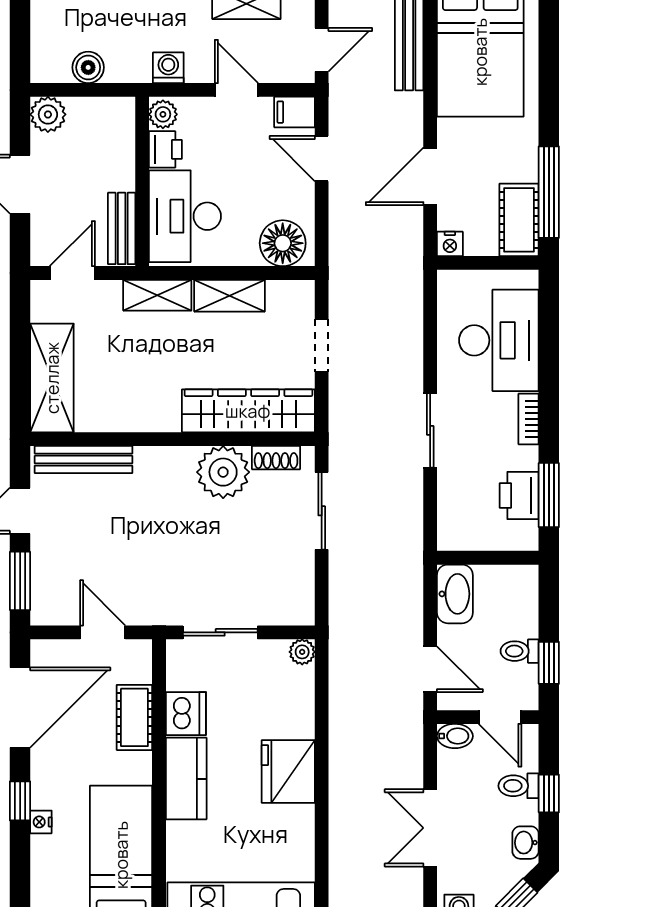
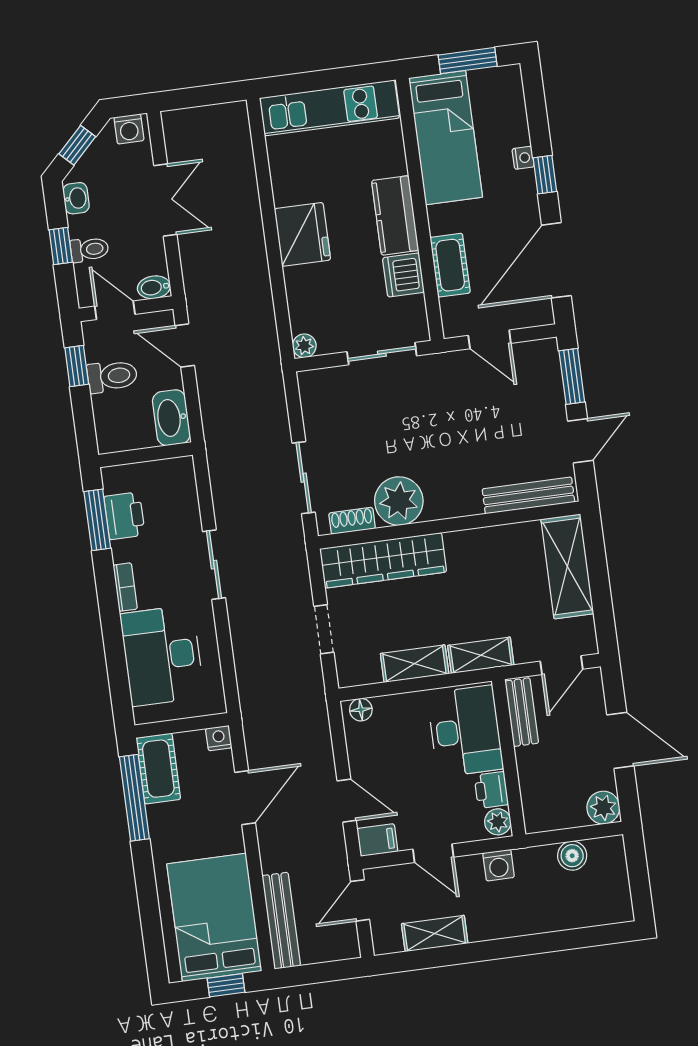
floor lamp: (283, 243) -> (361, 710), width x0.53, depth x0.53
toilet: (520, 651) -> (112, 376), width x1.37, depth x1.39

